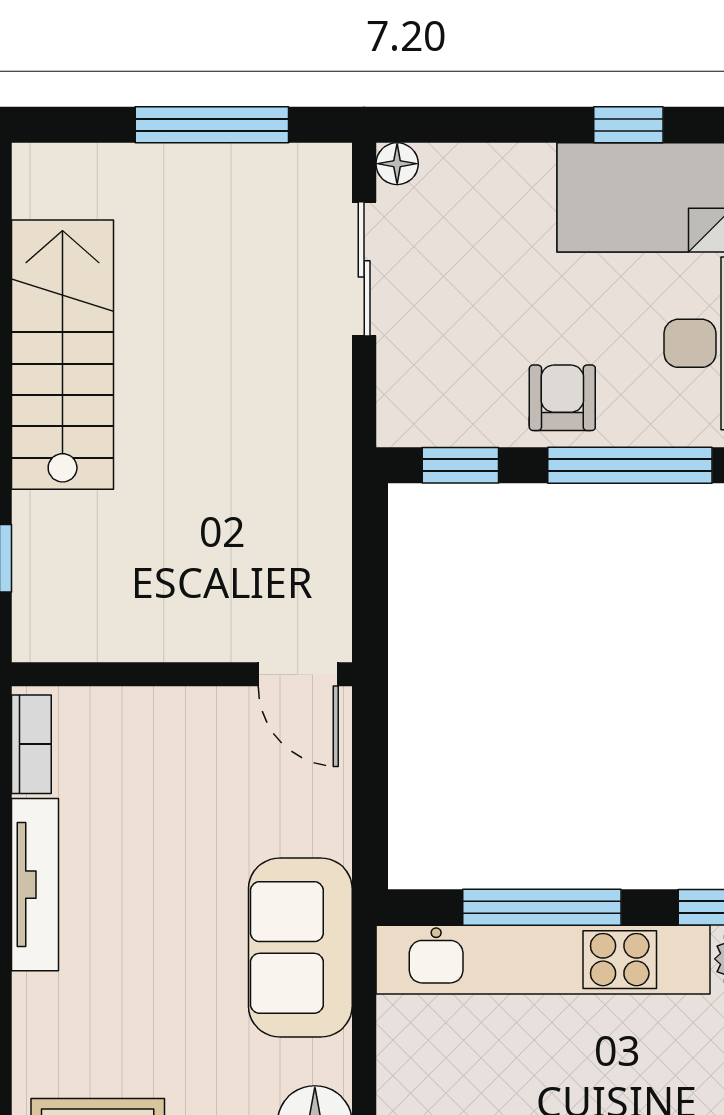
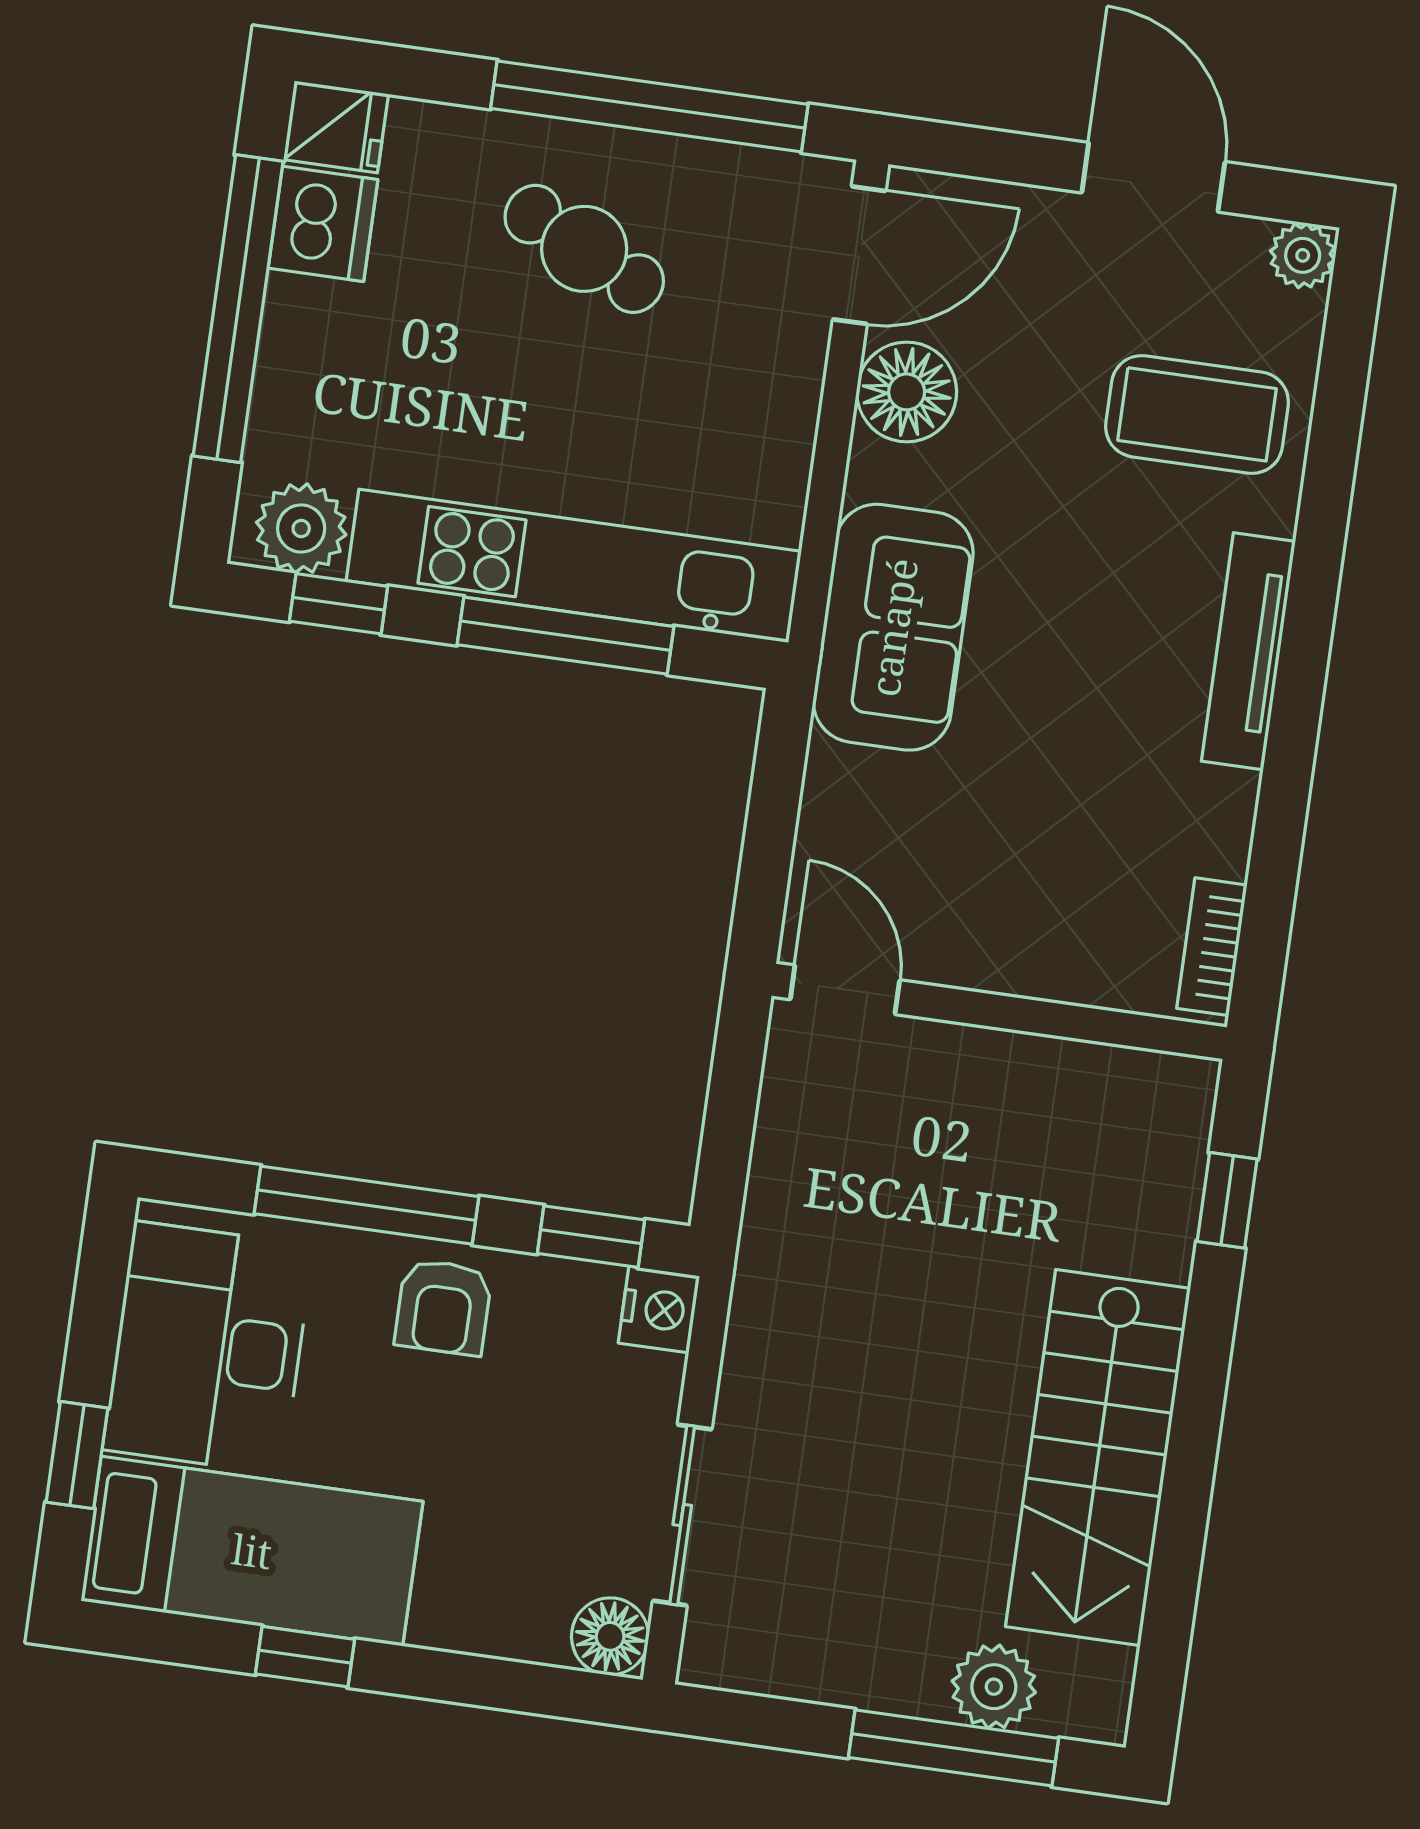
window: (212, 125) -> (954, 1748), moved
floor lamp: (397, 164) -> (610, 1636), width x1.37, depth x1.37
plant: (116, 174) -> (994, 1687), added
nightstand: (403, 418) -> (659, 1310), added
tv unit: (35, 885) -> (1248, 651), moved

